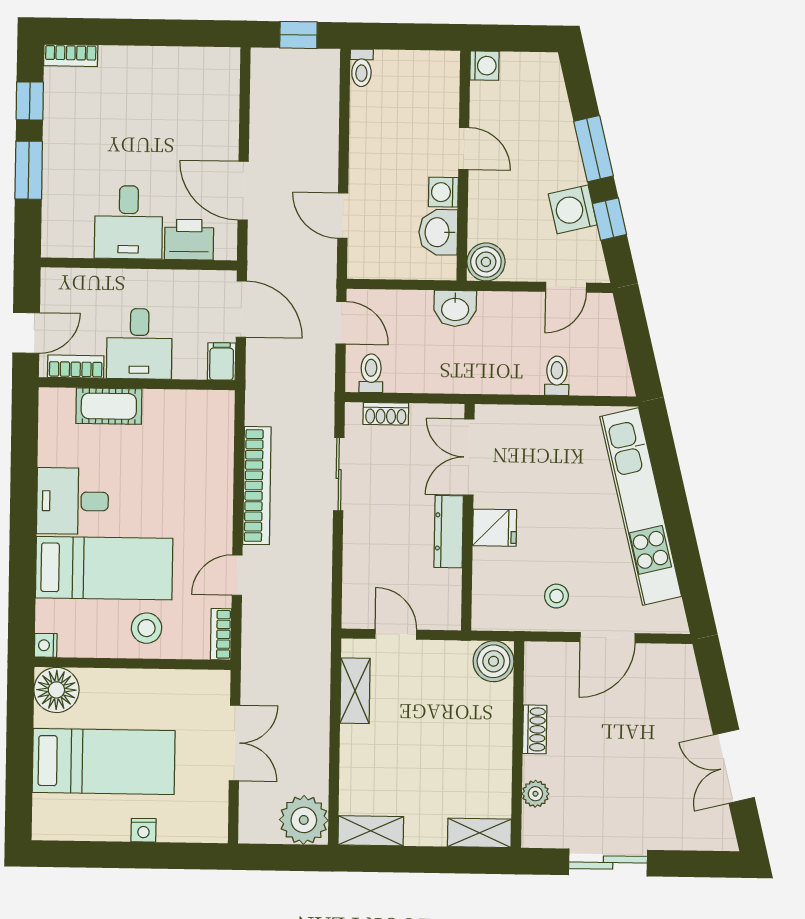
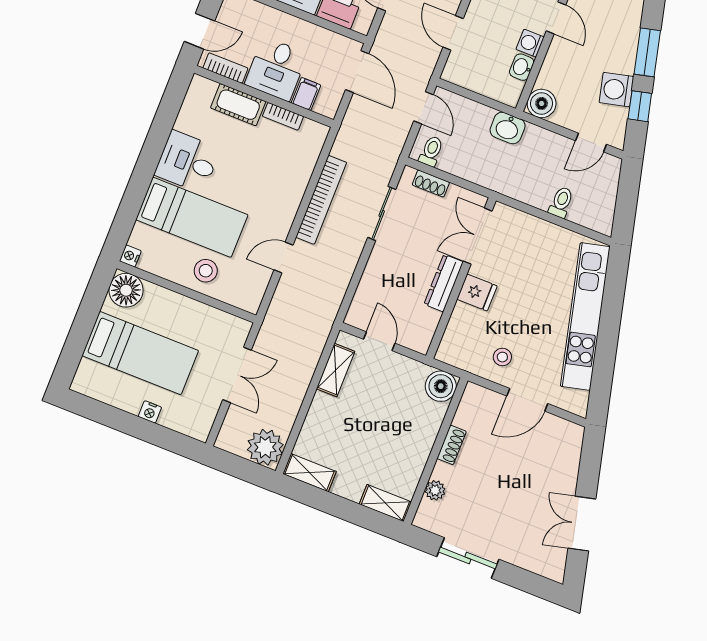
washbasin: (438, 232) -> (522, 67), width x0.72, depth x0.69
filing cabinet: (222, 361) -> (306, 94), moved
bookcase: (221, 634) -> (283, 116), moved, turned -90

